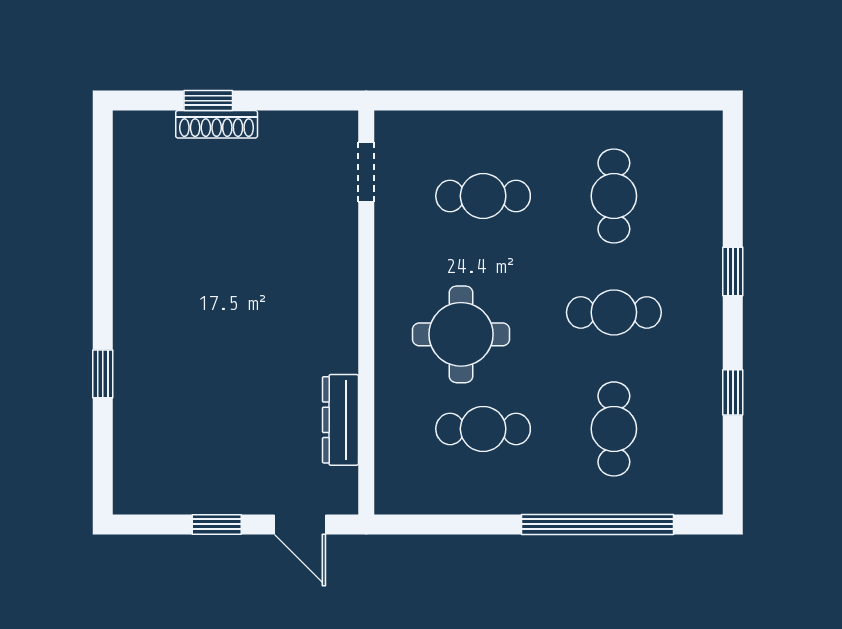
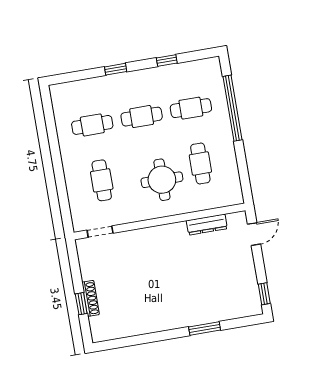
cafe table: (614, 312) -> (142, 117), turned 90
window: (103, 374) -> (205, 329), width x1.50
window: (217, 524) -> (264, 294), moved

